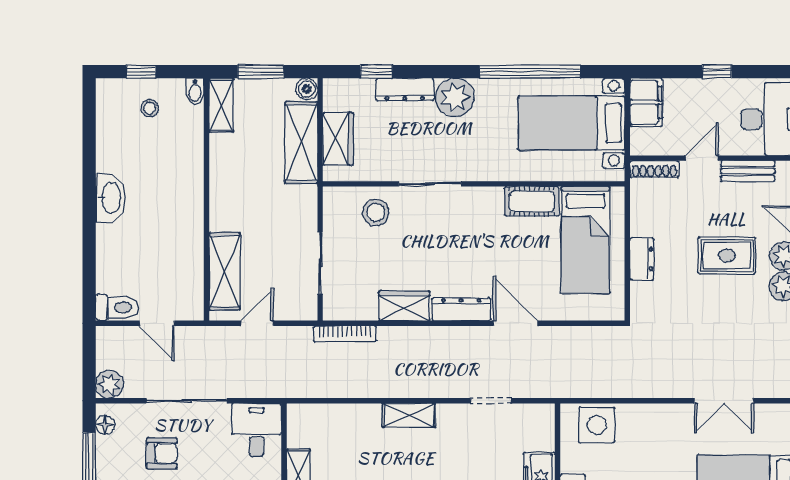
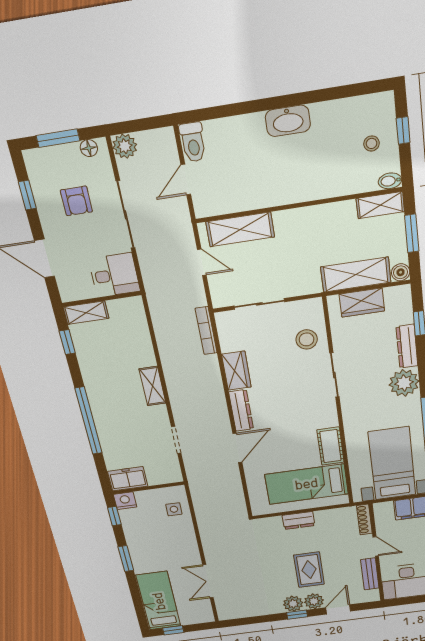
side table: (597, 425) -> (174, 509), width x0.54, depth x0.54

